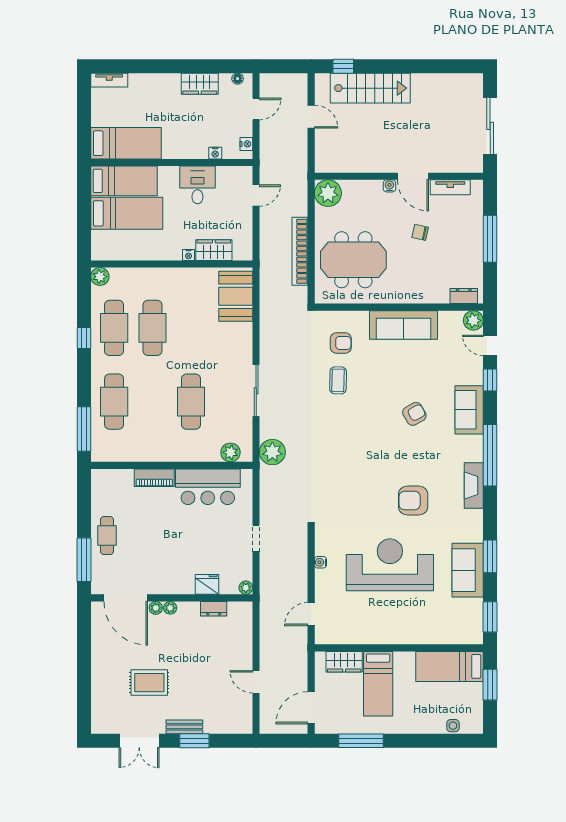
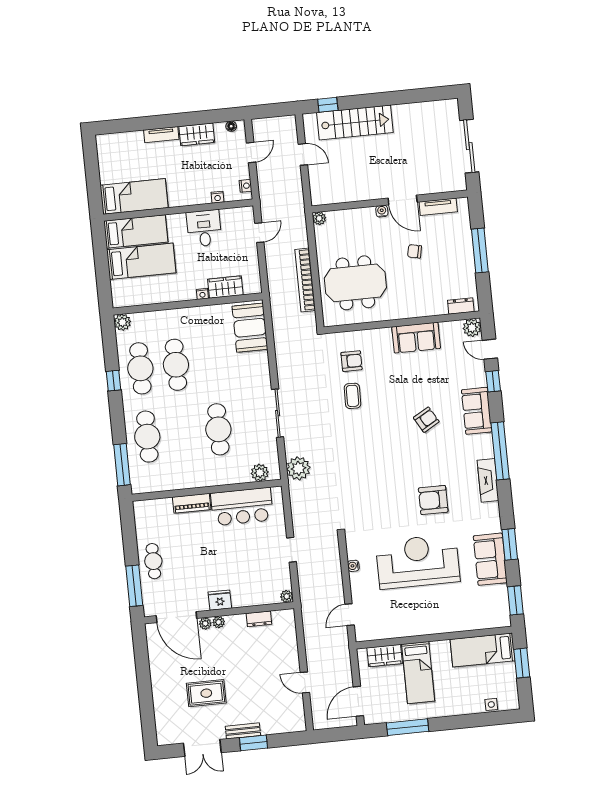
tv unit: (109, 80) -> (161, 135), moved
plant: (328, 193) -> (319, 218), width x0.53, depth x0.53
sofa: (403, 325) -> (416, 338), width x0.73
fridge: (207, 584) -> (220, 600), moved

